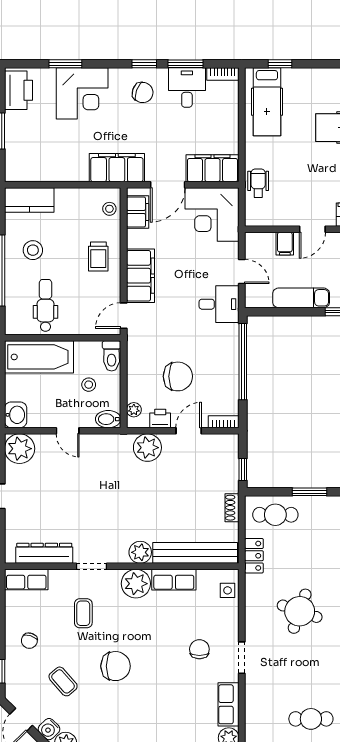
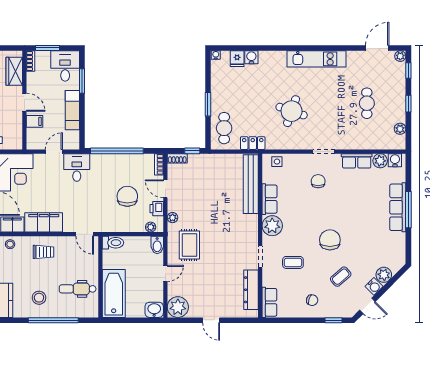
filing cabinet: (140, 276) -> (44, 222), moved
stool: (89, 385) -> (133, 259), removed
plant: (147, 448) -> (173, 218), width x0.53, depth x0.53
rug: (108, 465) -> (189, 245), added
shoe rack: (232, 508) -> (177, 158), moved
plant: (140, 552) -> (250, 223), removed
chair: (199, 649) -> (318, 181), turned 90

